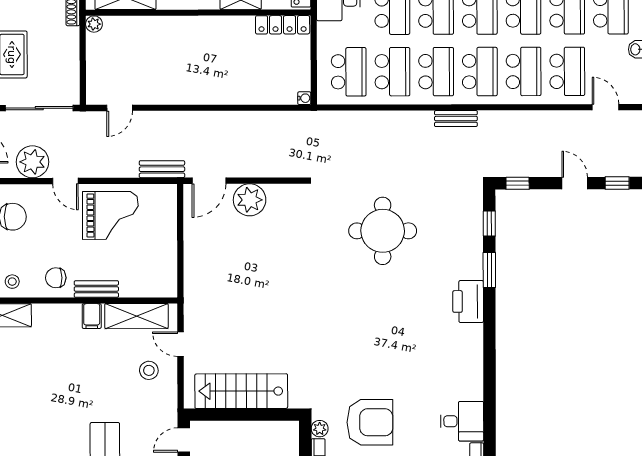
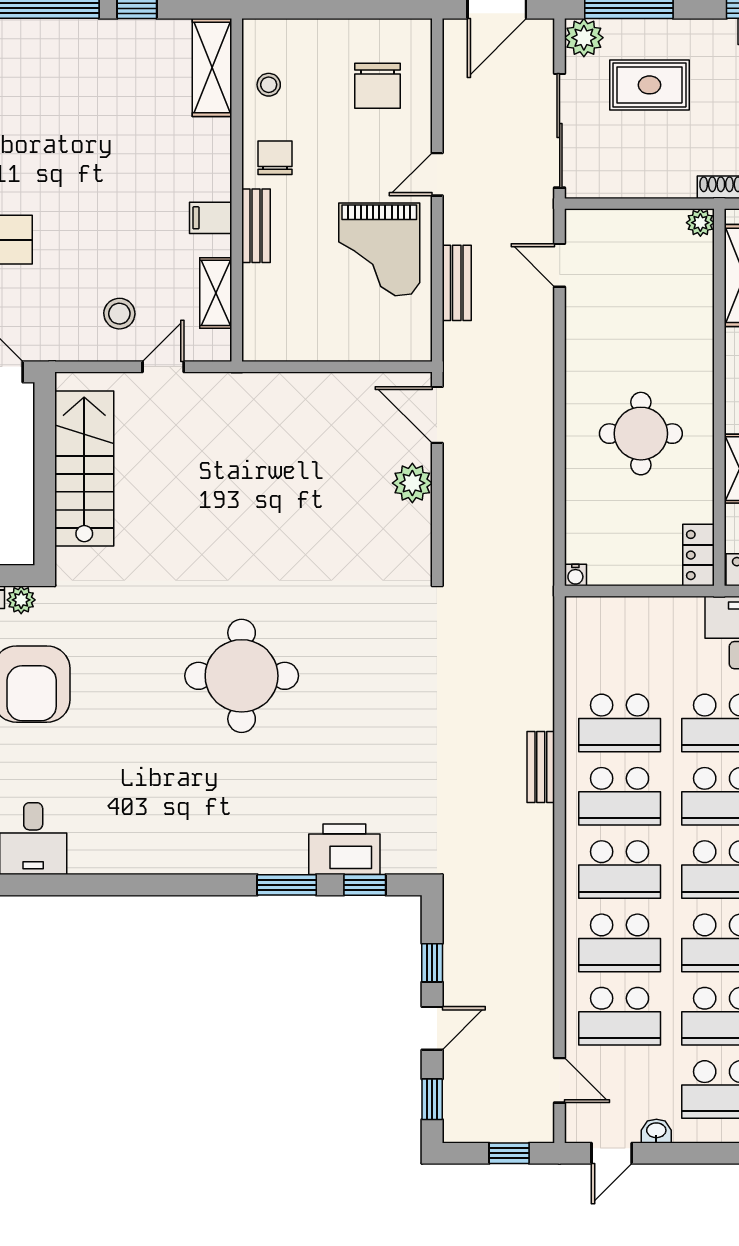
locker: (283, 25) -> (699, 555), width x0.66
round table: (220, 59) -> (641, 434), added
school desk: (349, 72) -> (620, 650), removed
door: (606, 107) -> (560, 1080), hinge flipped
bench: (456, 119) -> (541, 767), moved
plant: (32, 162) -> (469, 119), removed
bench: (162, 169) -> (457, 283), moved
window: (518, 183) -> (432, 963), moved
plant: (250, 200) -> (412, 483), width x0.73, depth x0.73
round table: (383, 231) -> (242, 676), moved
printer: (468, 301) -> (344, 849), moved
shelving: (136, 316) -> (216, 293), width x0.67, depth x0.75

